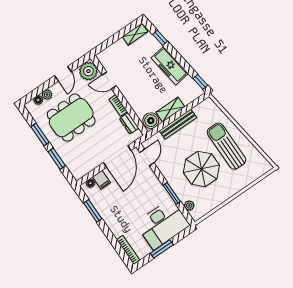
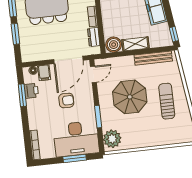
bench: (178, 124) -> (153, 58), moved
sun lounger: (226, 146) -> (167, 101), width x0.73, depth x0.75
parasol: (201, 169) -> (130, 97), moved
armchair: (135, 194) -> (66, 100), added
printer: (99, 202) -> (31, 91), added
plant: (189, 206) -> (112, 139), width x1.88, depth x1.88
window: (162, 249) -> (75, 158), moved

